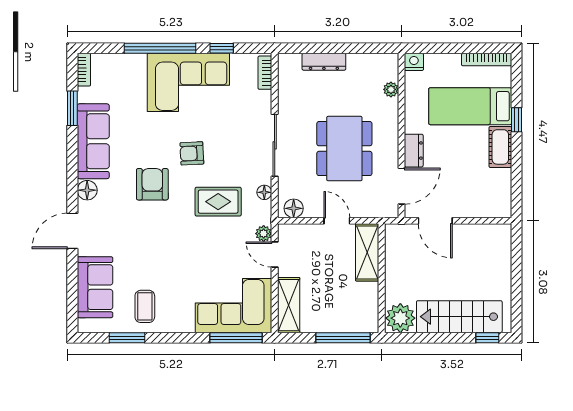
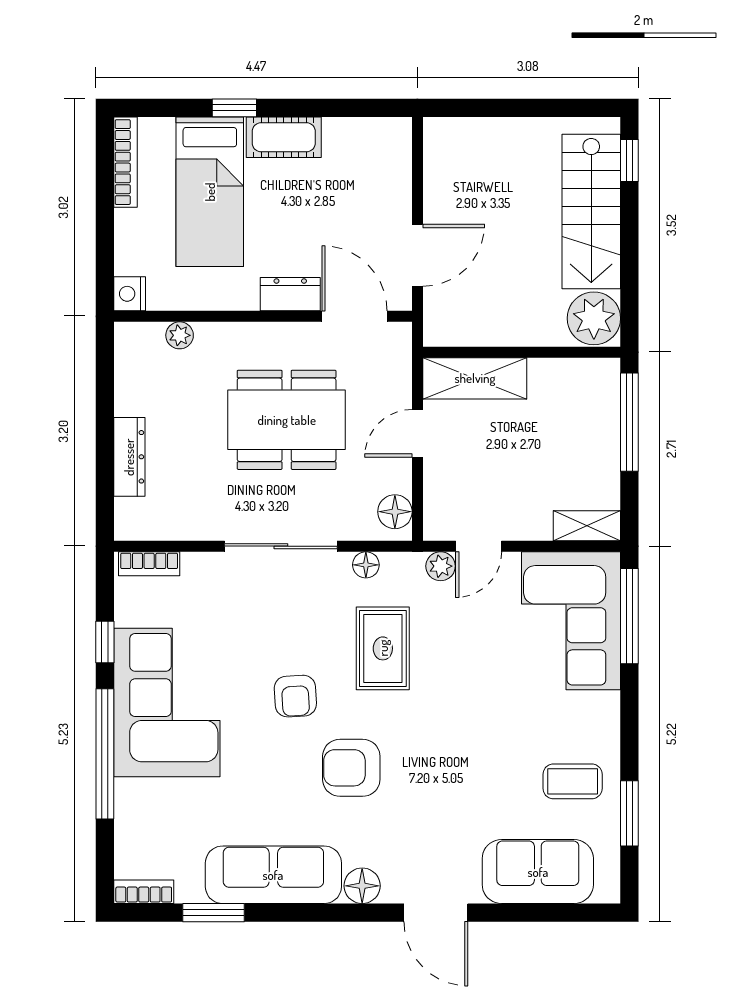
shelving: (289, 305) -> (587, 526), width x0.67, depth x0.75

